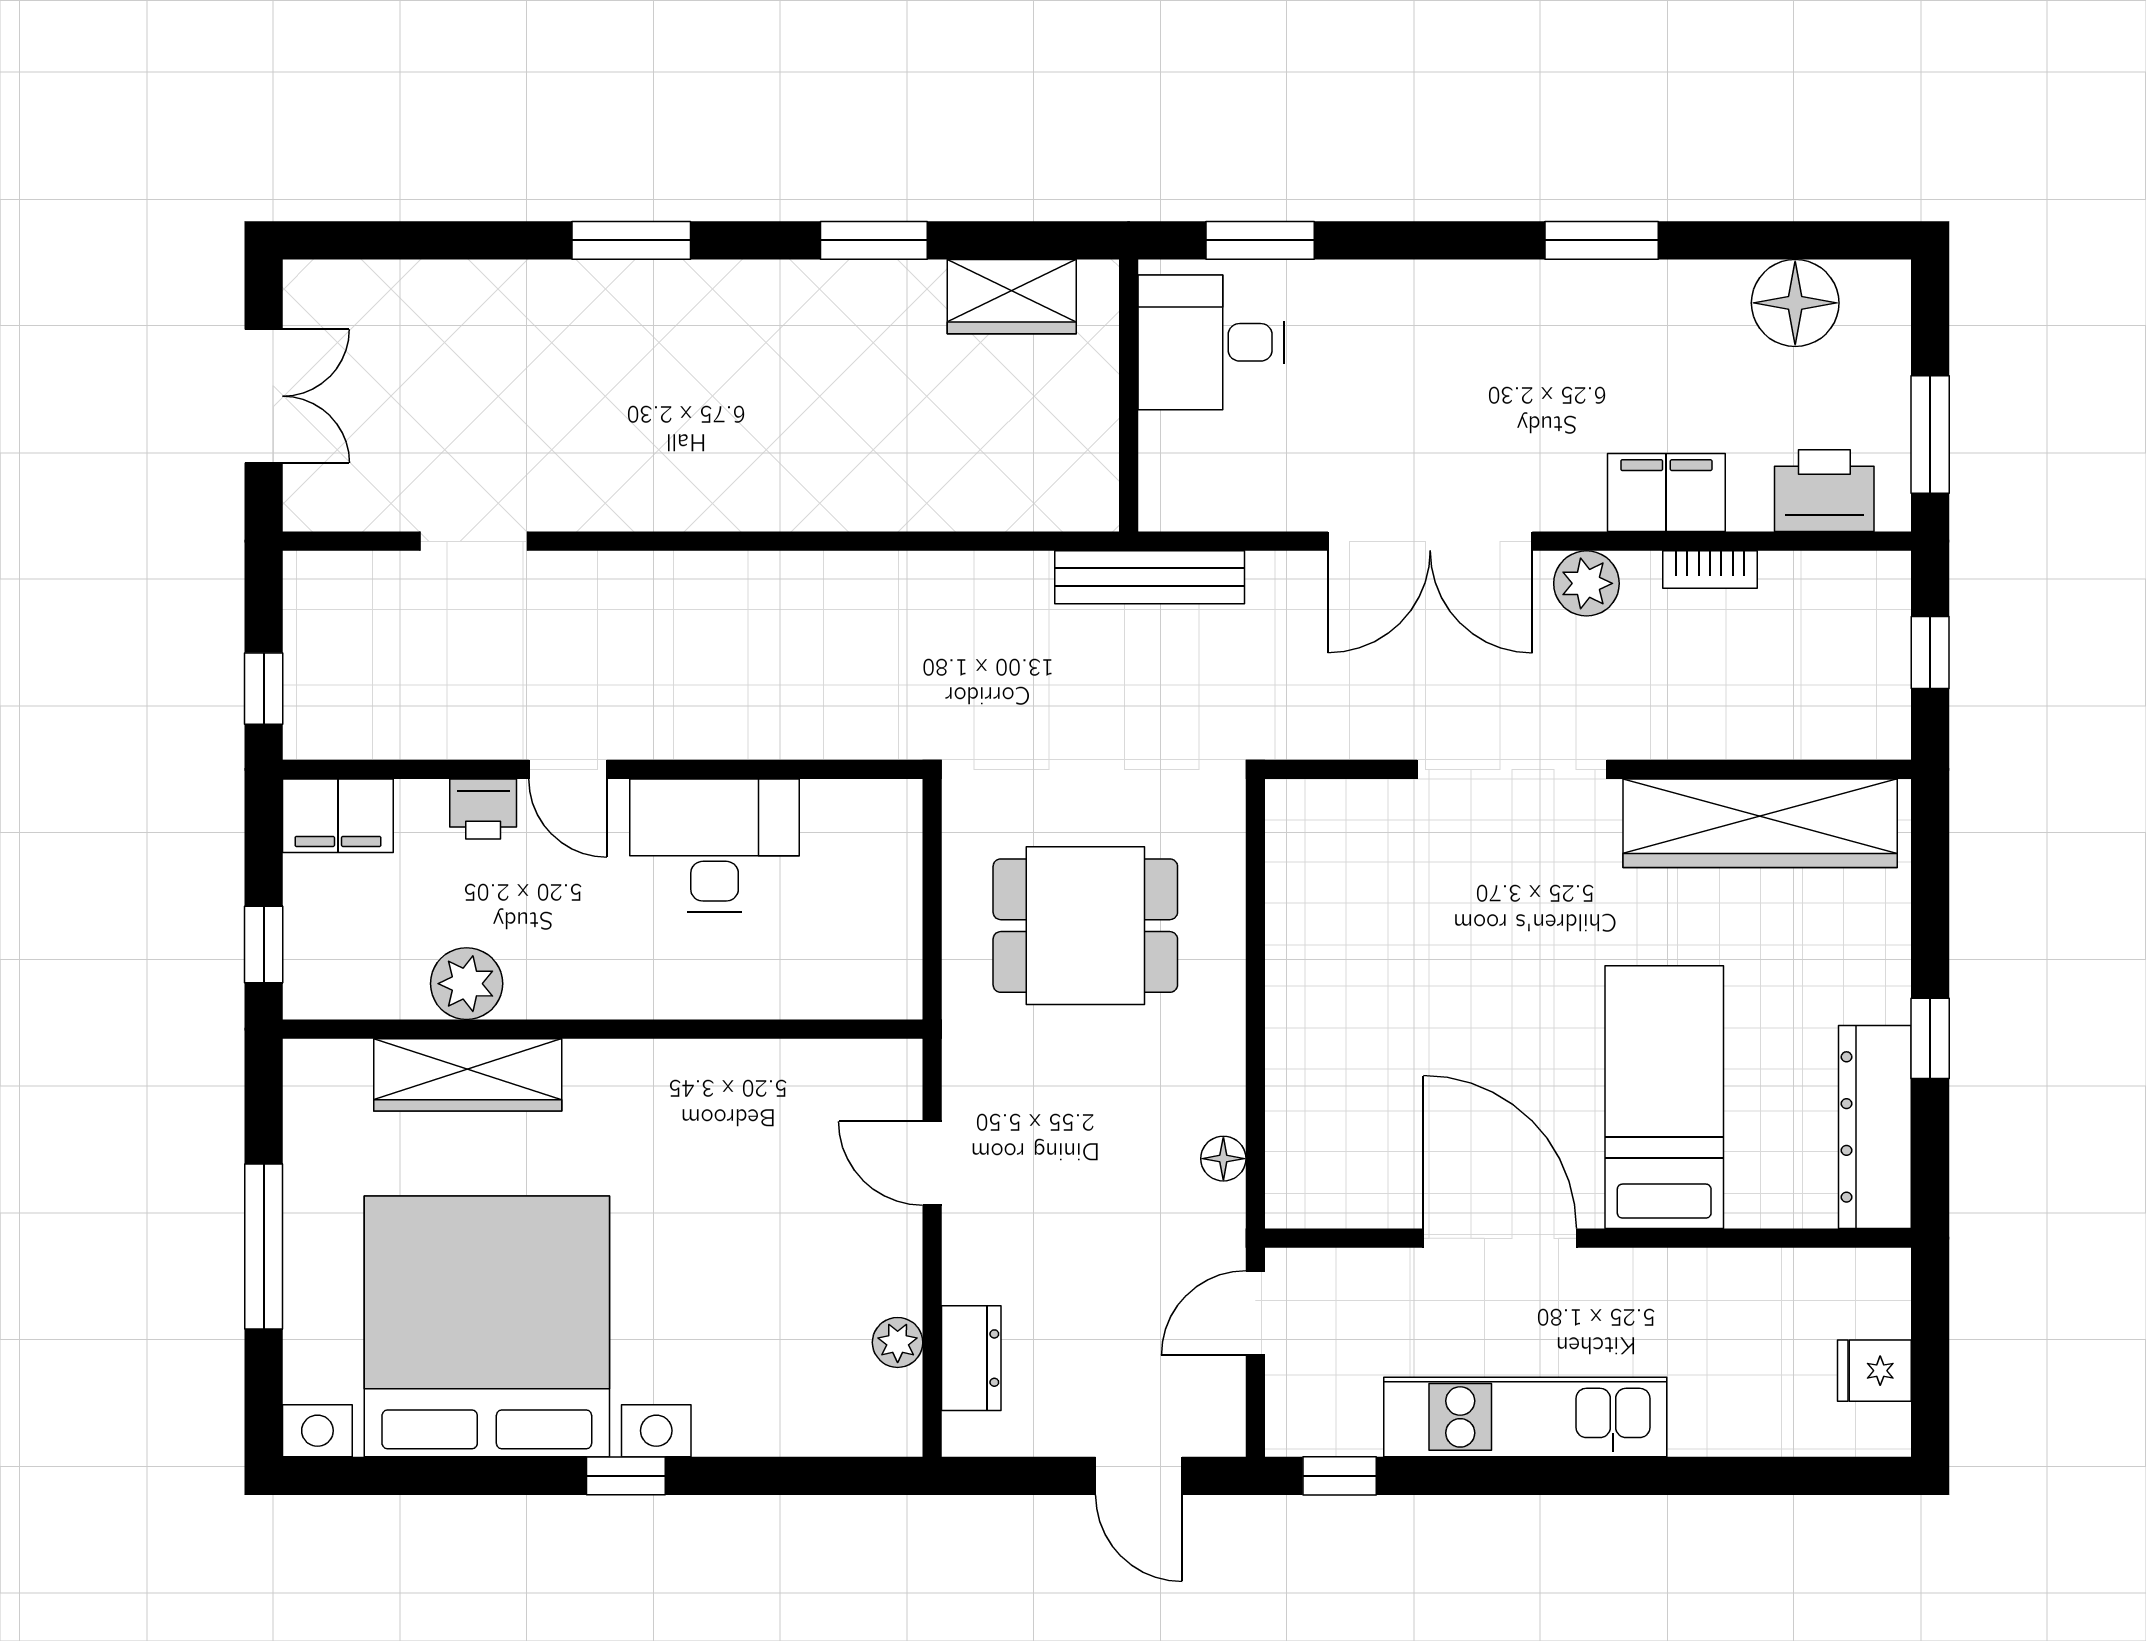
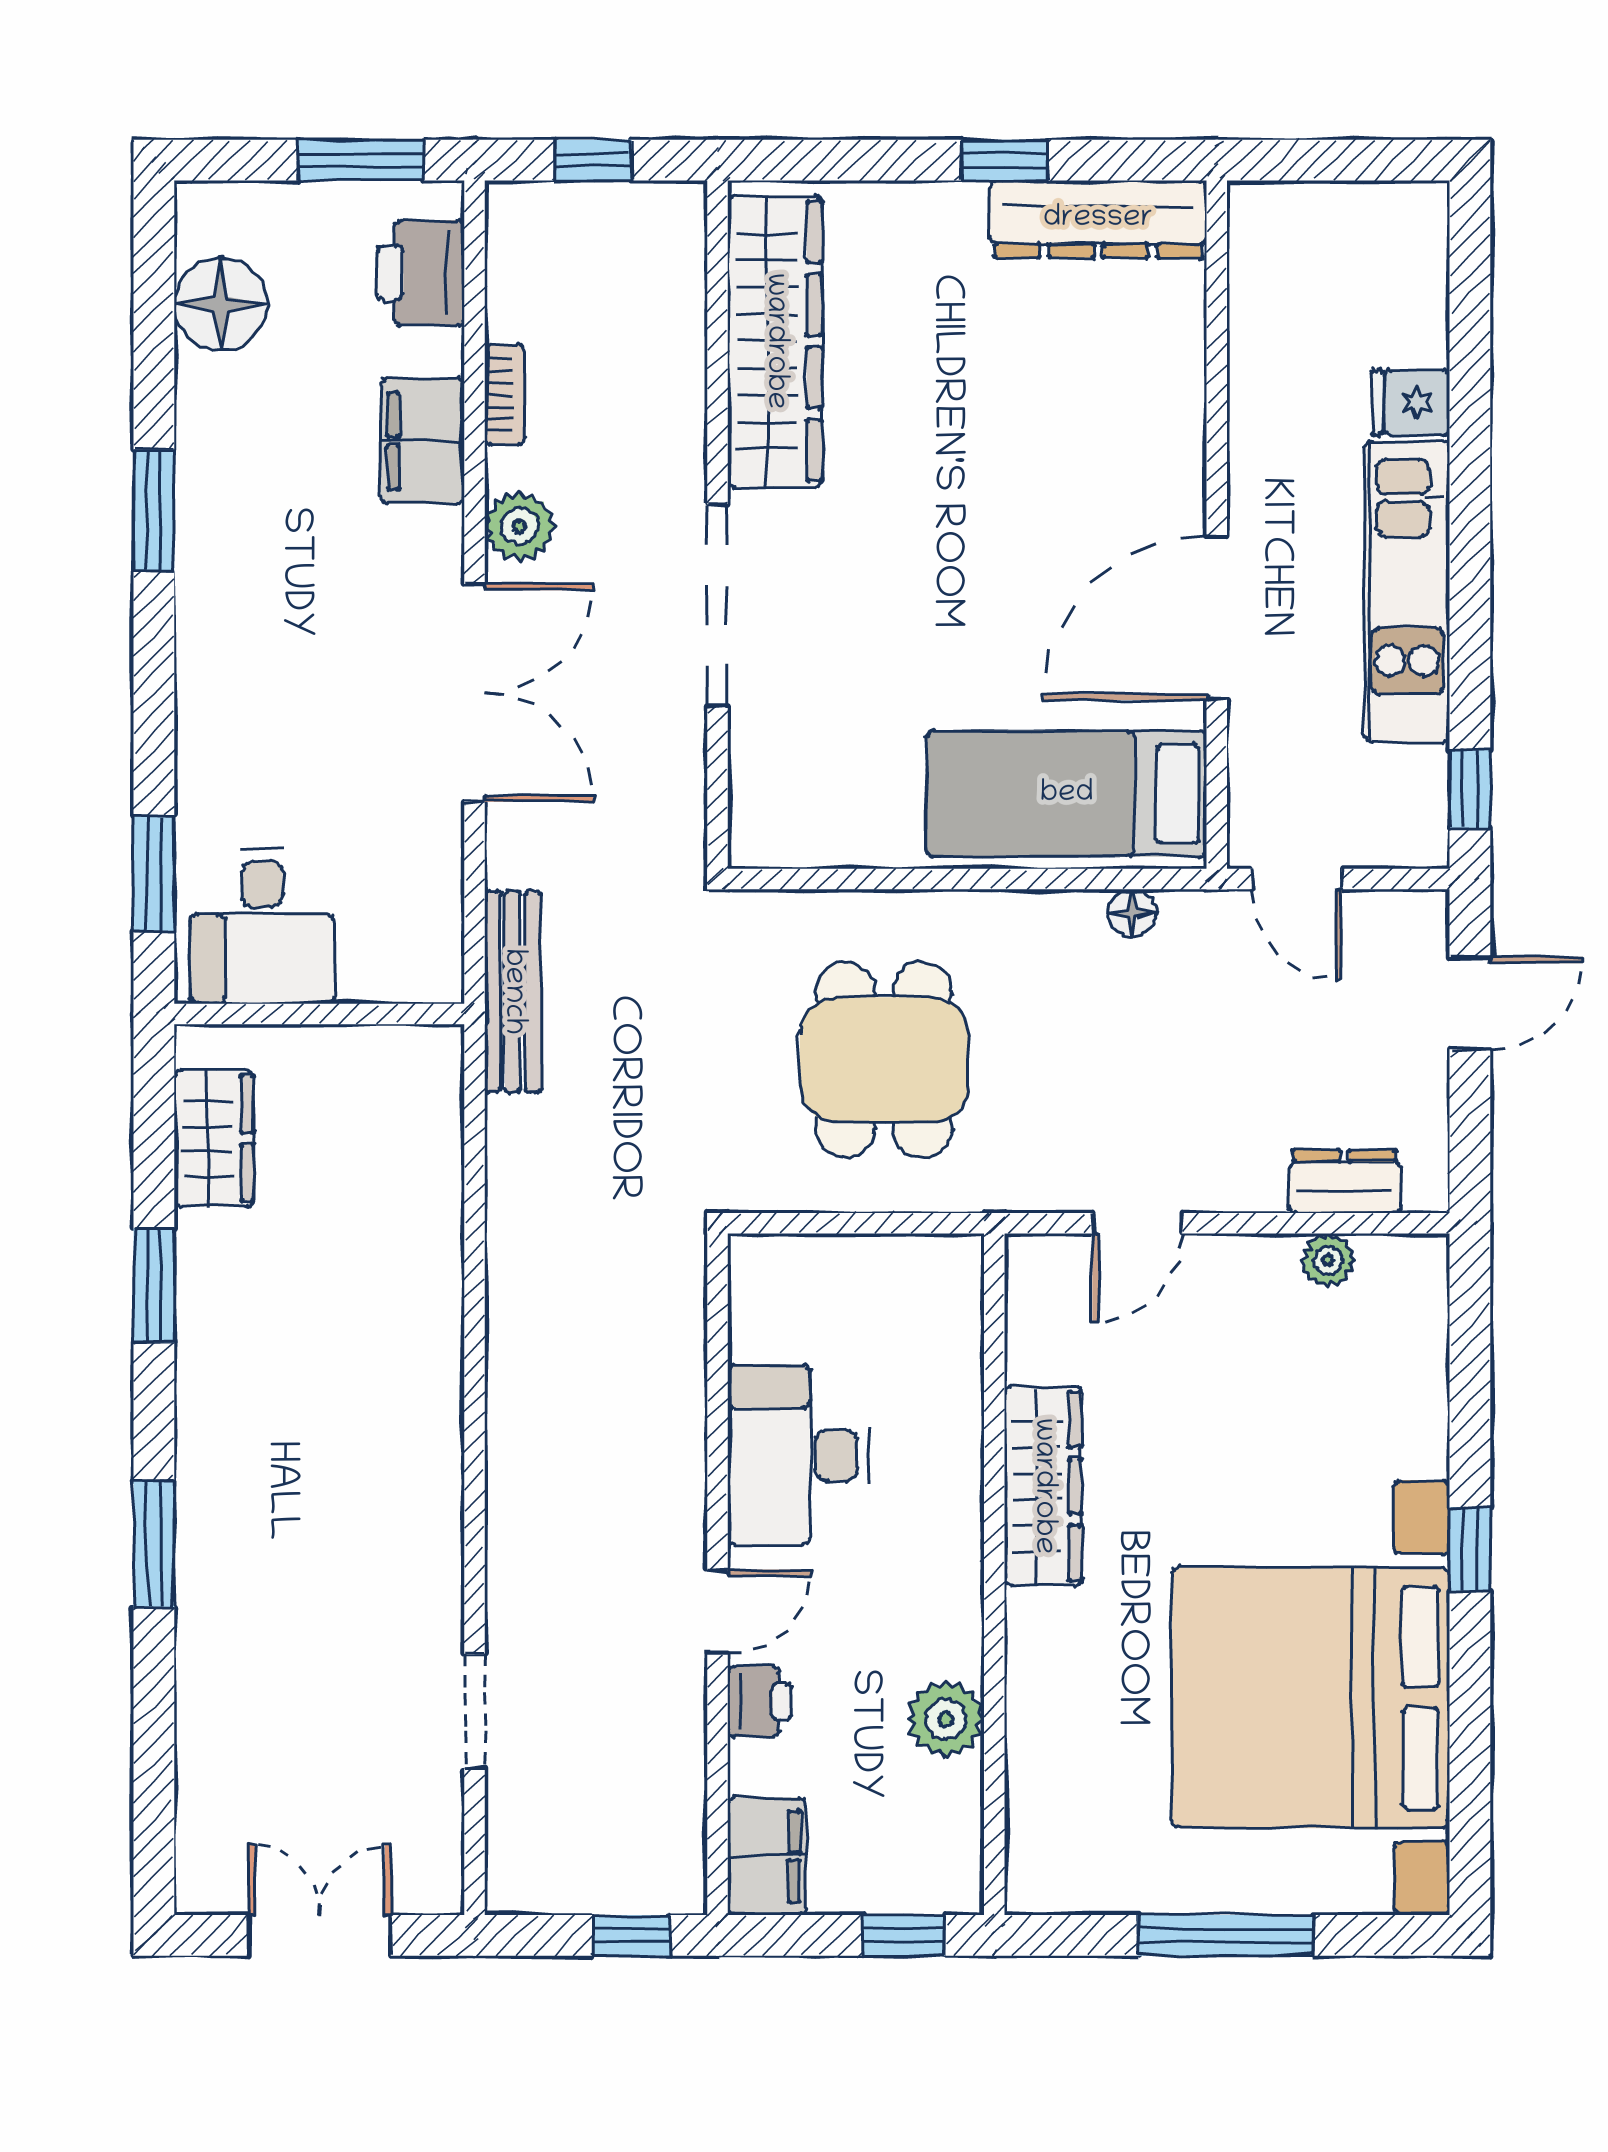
wardrobe: (468, 1075) -> (1043, 1486), moved
bed: (1664, 1097) -> (1067, 794), moved
fridge: (1874, 1371) -> (1411, 403), moved, turned 90

